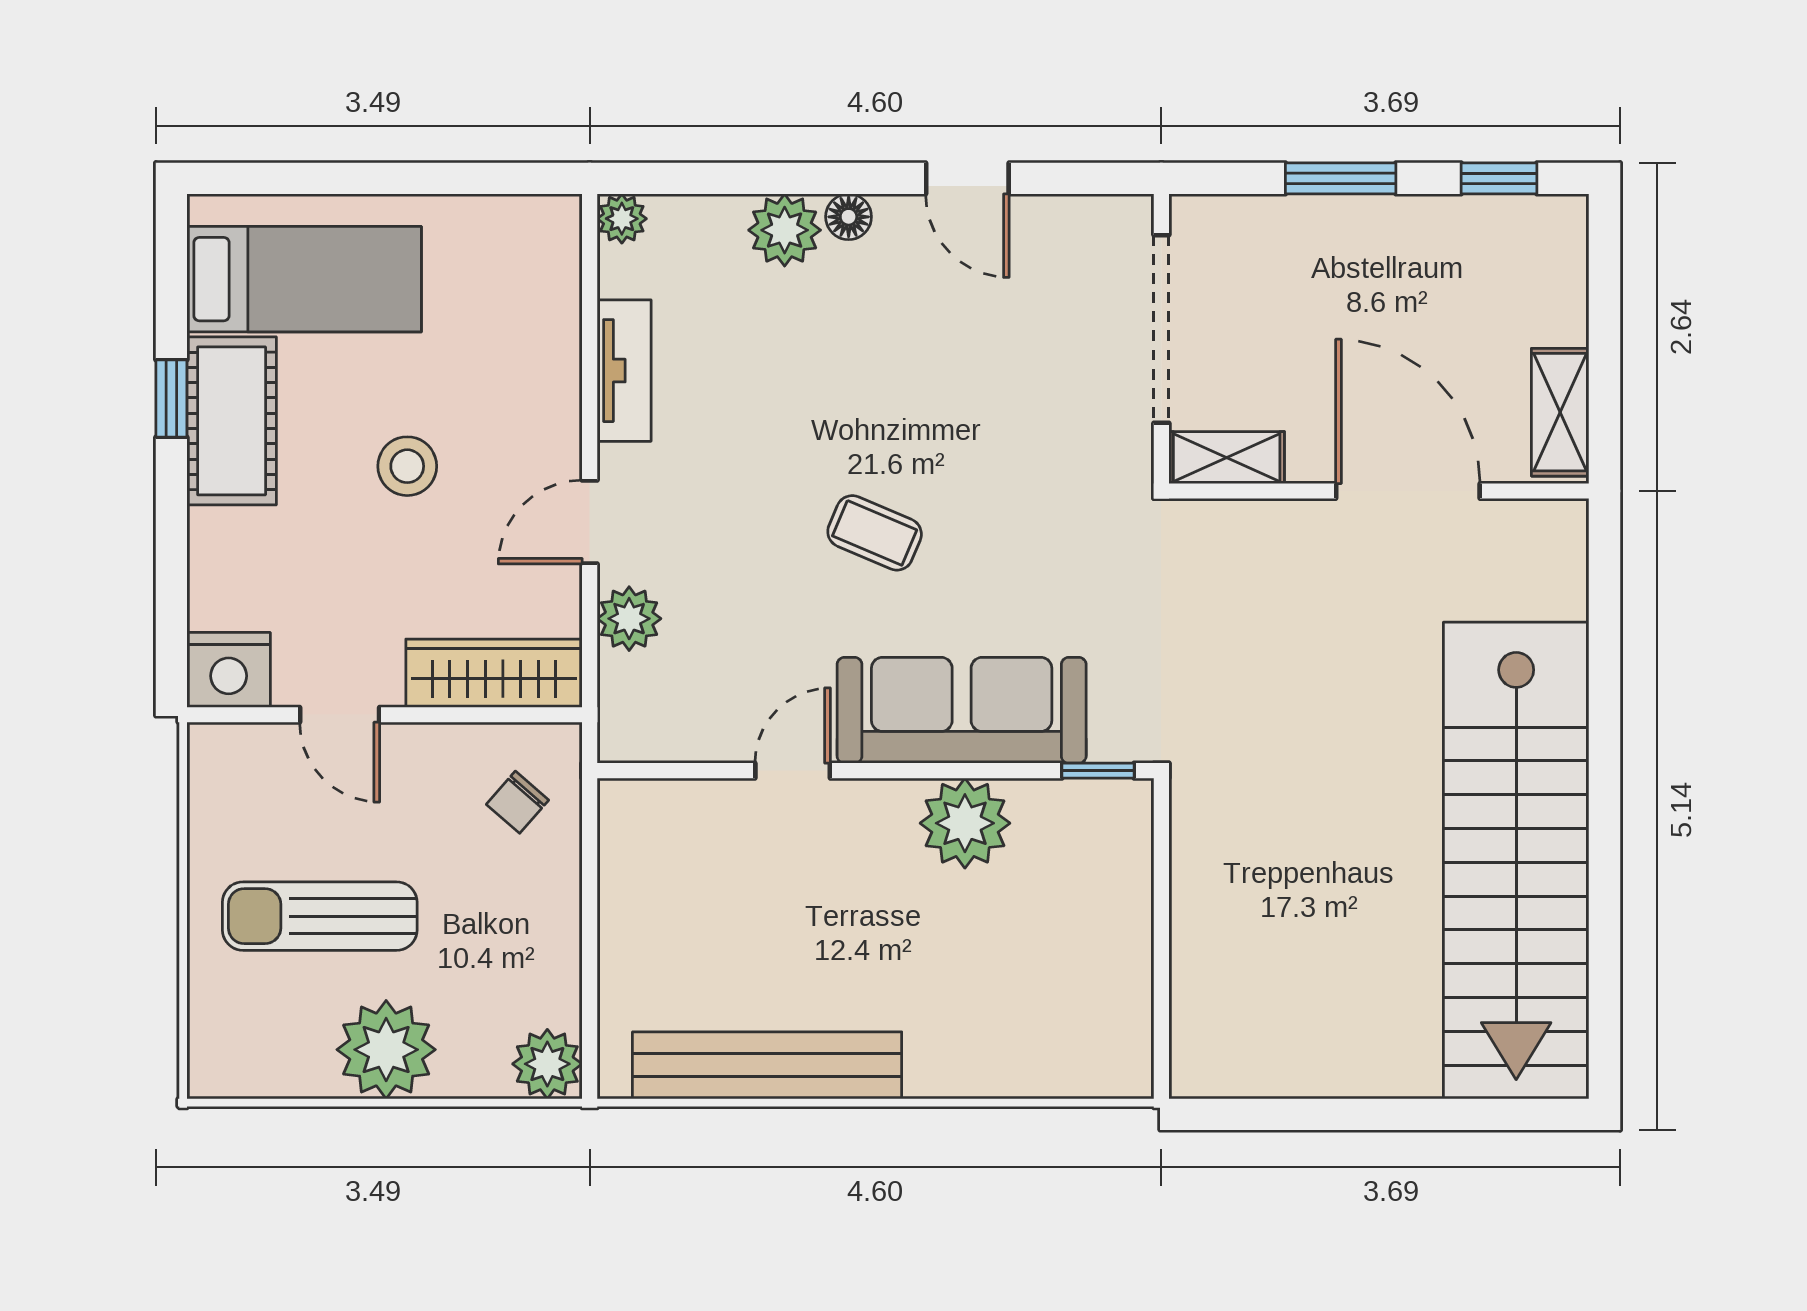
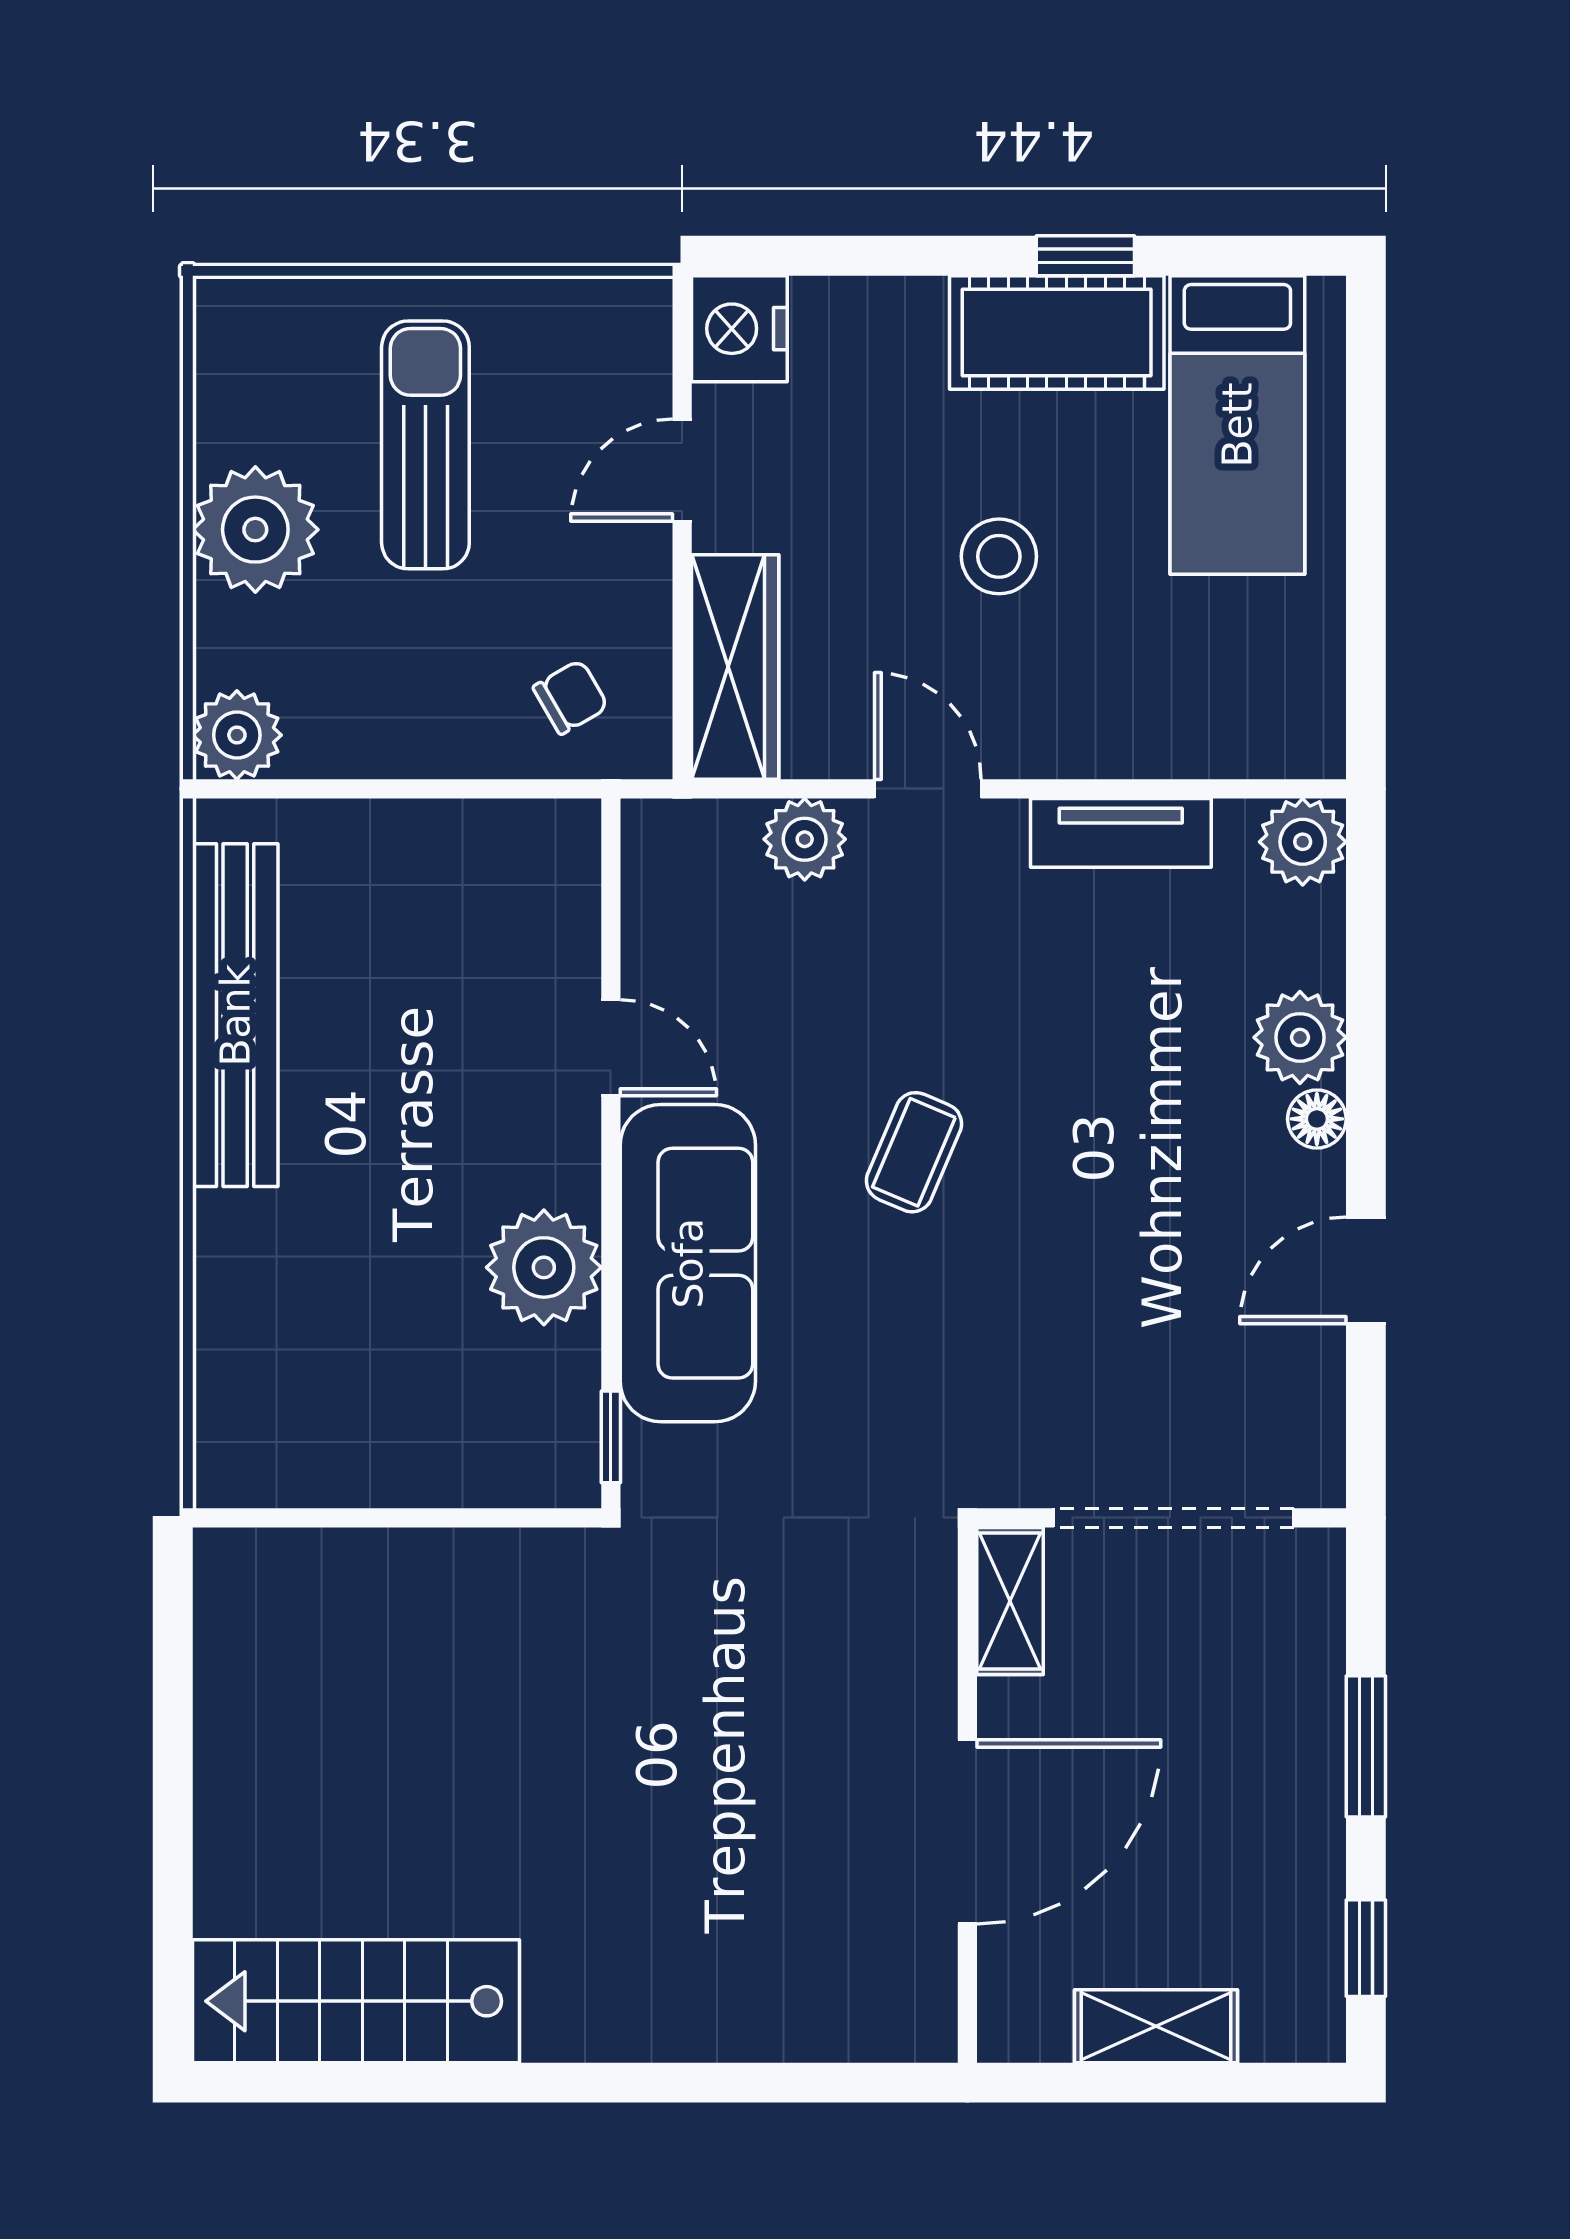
plant: (622, 219) -> (1303, 842), width x1.38, depth x1.38
shelving: (1560, 412) -> (1156, 2026), moved
chair: (518, 802) -> (571, 697), turned 109
stairs: (1516, 861) -> (356, 2001), width x0.54, depth x0.66

